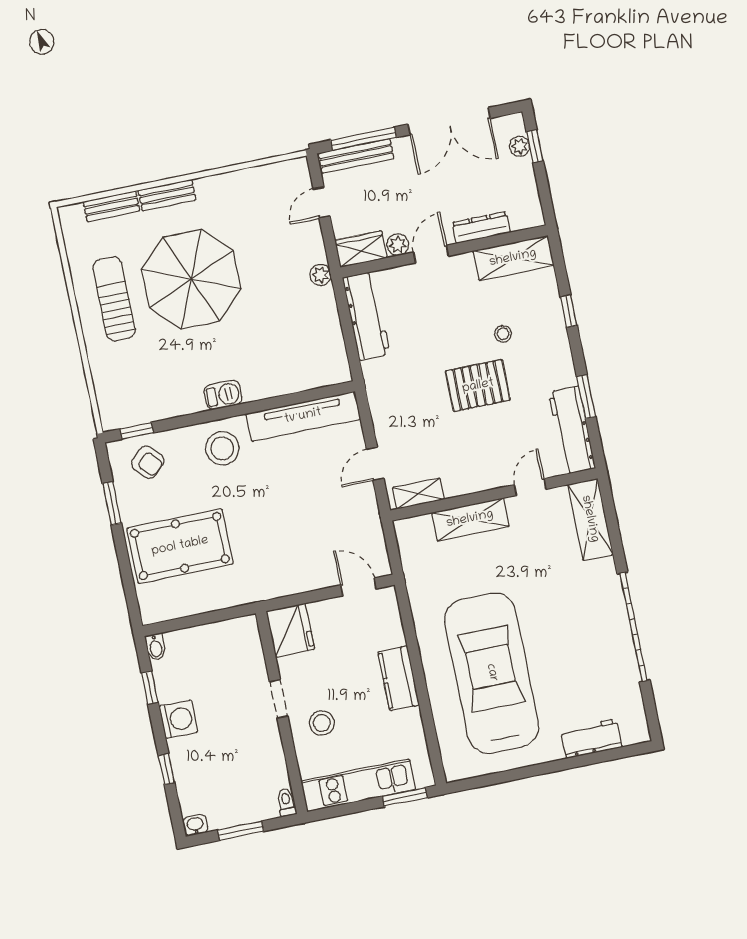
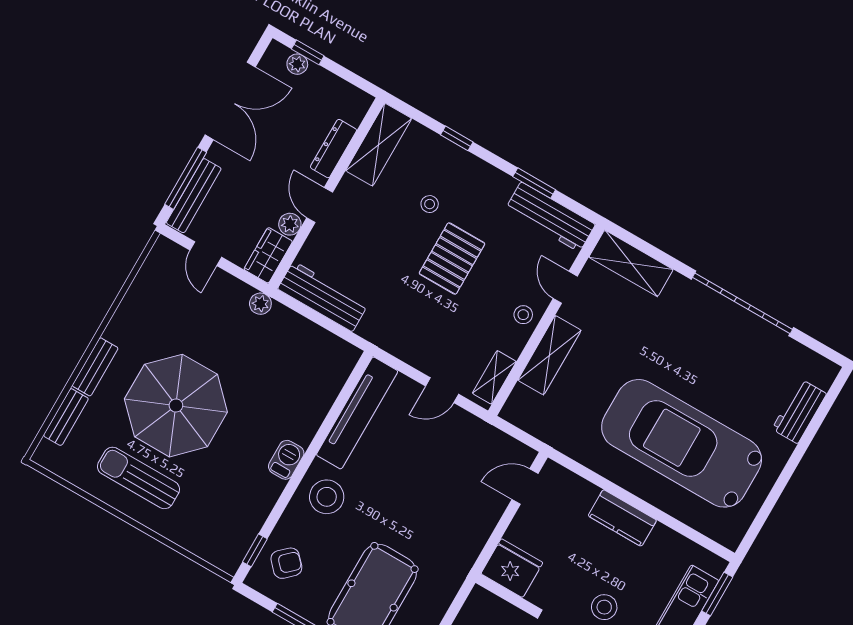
door: (375, 464) -> (442, 390), hinge flipped
stool: (483, 474) -> (523, 315), added

